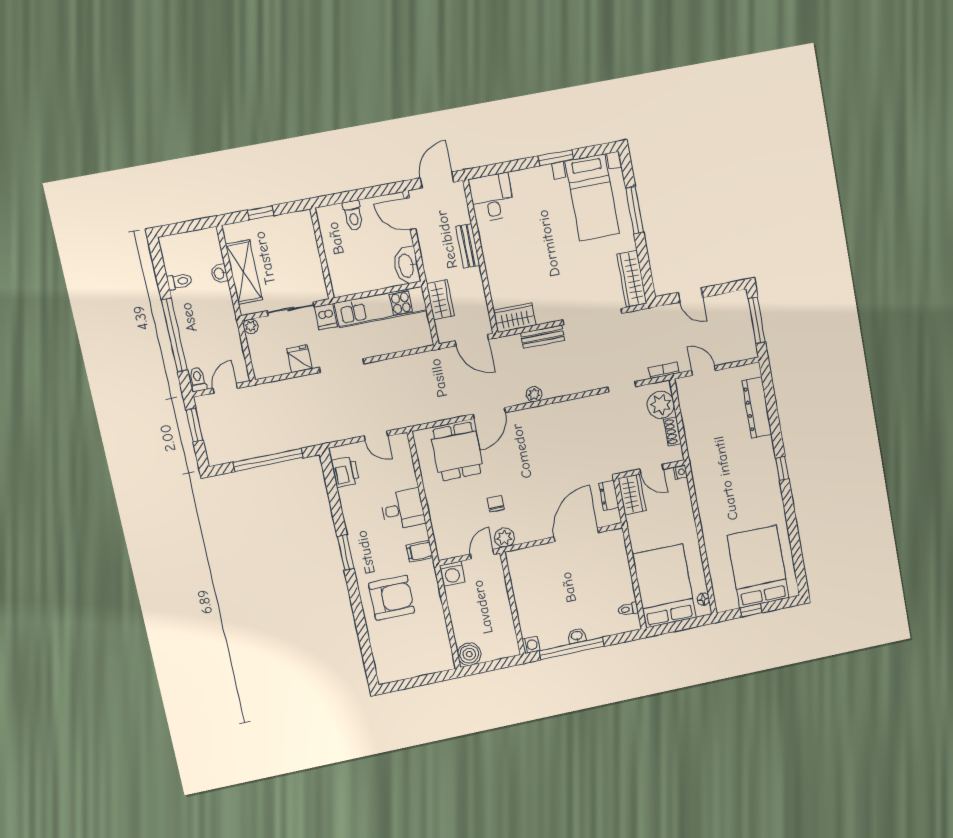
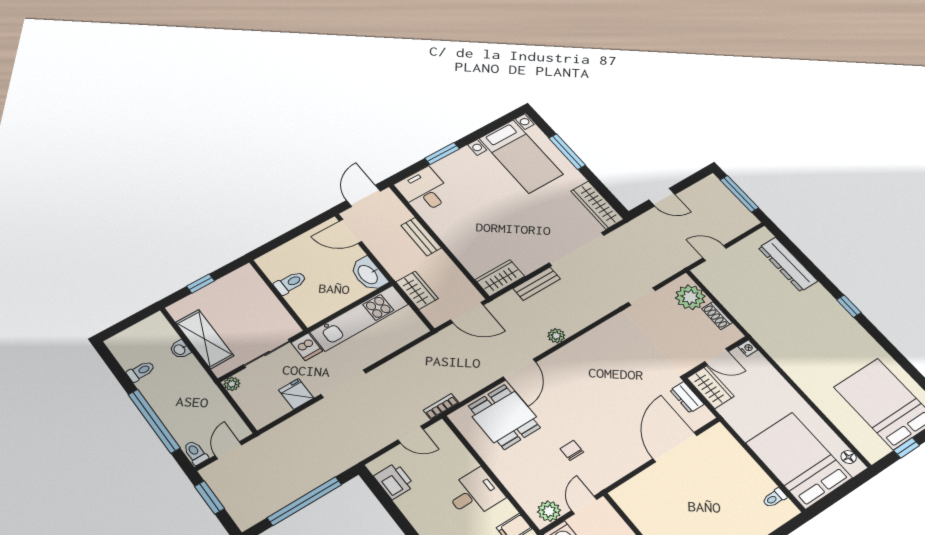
window: (556, 158) -> (442, 153), moved
toilet: (353, 215) -> (290, 283), moved, turned -90
bookcase: (664, 370) -> (441, 406), moved
plant: (504, 538) -> (549, 511), moved

